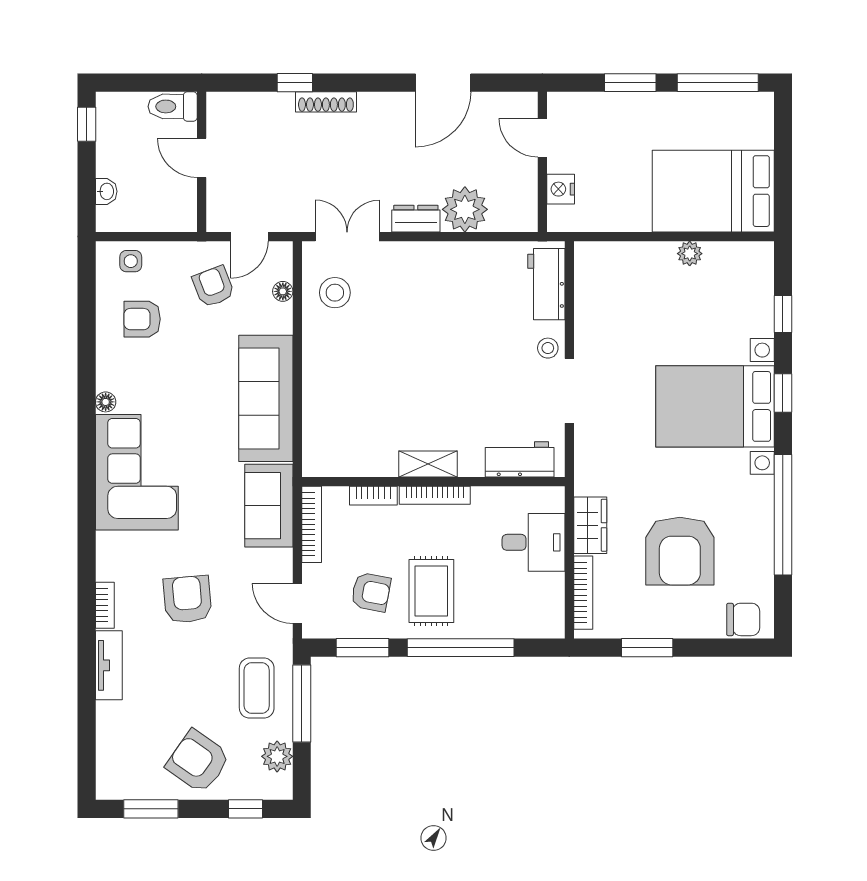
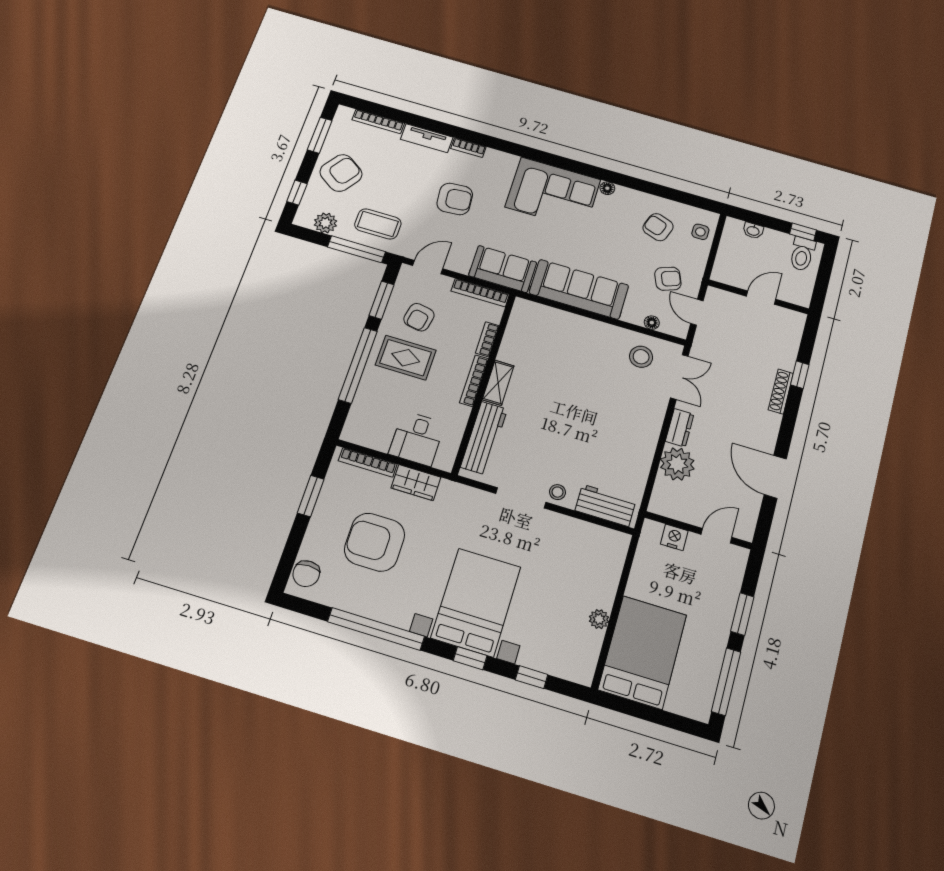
toilet: (173, 106) -> (802, 254), moved, turned 180
armchair: (142, 319) -> (658, 227), turned -71
workbench: (520, 459) -> (484, 438), width x1.38
bookcase: (105, 738) -> (378, 122), added

